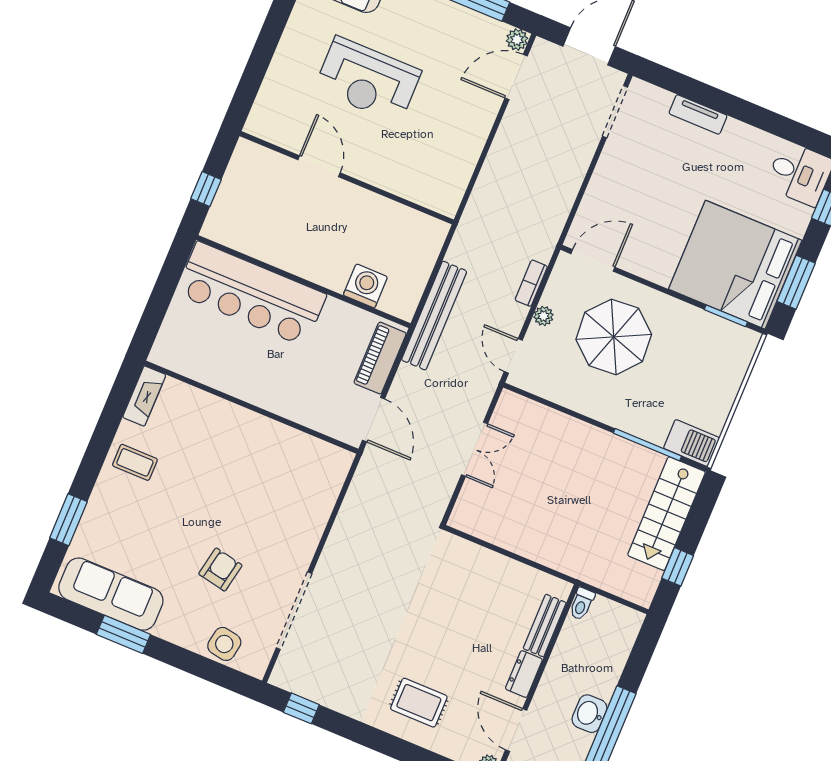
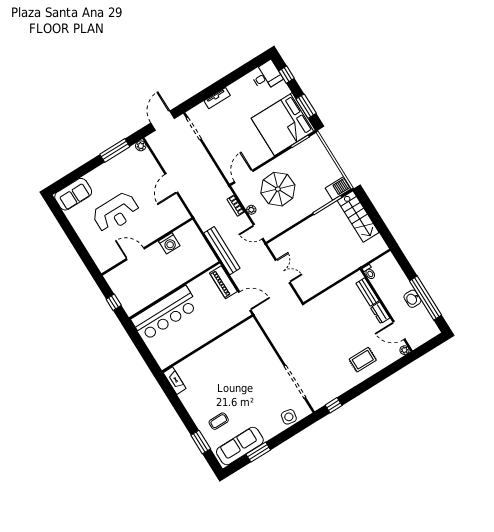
door: (516, 77) -> (171, 183), moved
washing machine: (365, 286) -> (169, 243), moved, turned 180
coffee table: (135, 462) -> (219, 421), moved
window: (678, 567) -> (381, 227), removed
armchair: (220, 570) -> (260, 398), removed

